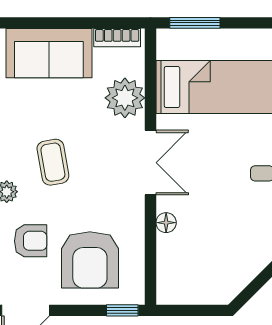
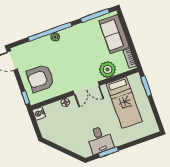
coffee table: (53, 162) -> (73, 51), removed
armchair: (31, 241) -> (40, 53), removed
nightstand: (170, 292) -> (39, 113), added

